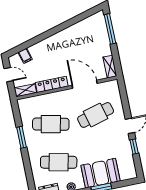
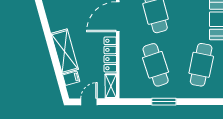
shelving: (47, 46) -> (65, 51), added
cafe table: (51, 124) -> (156, 65), turned -30

